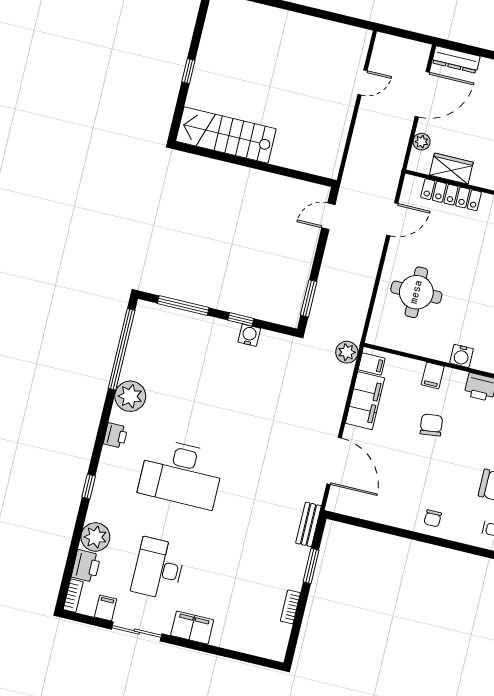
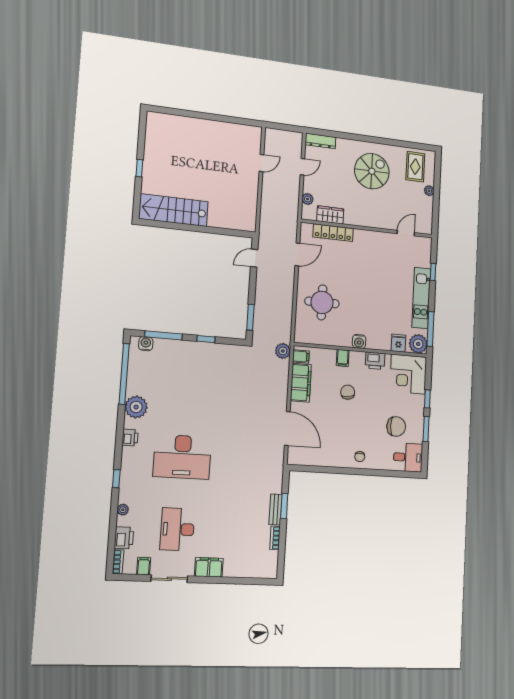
door: (422, 94) -> (302, 167), width x0.53
water cooler: (249, 335) -> (146, 344), moved
bench: (308, 524) -> (276, 509), moved
plant: (95, 537) -> (123, 510), width x0.53, depth x0.53

